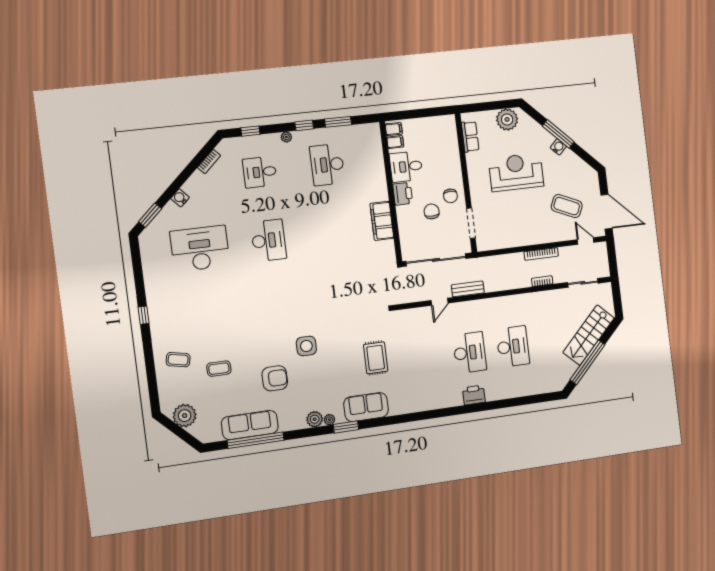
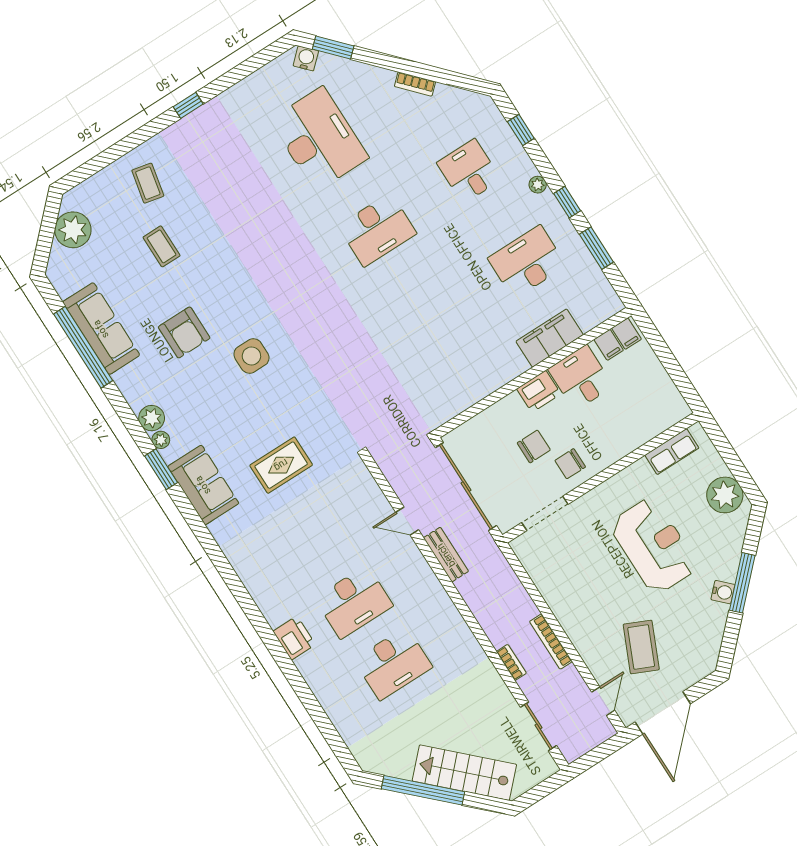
bookcase: (209, 162) -> (415, 84), moved
water cooler: (180, 198) -> (306, 58), moved
filing cabinet: (382, 221) -> (550, 338), moved

